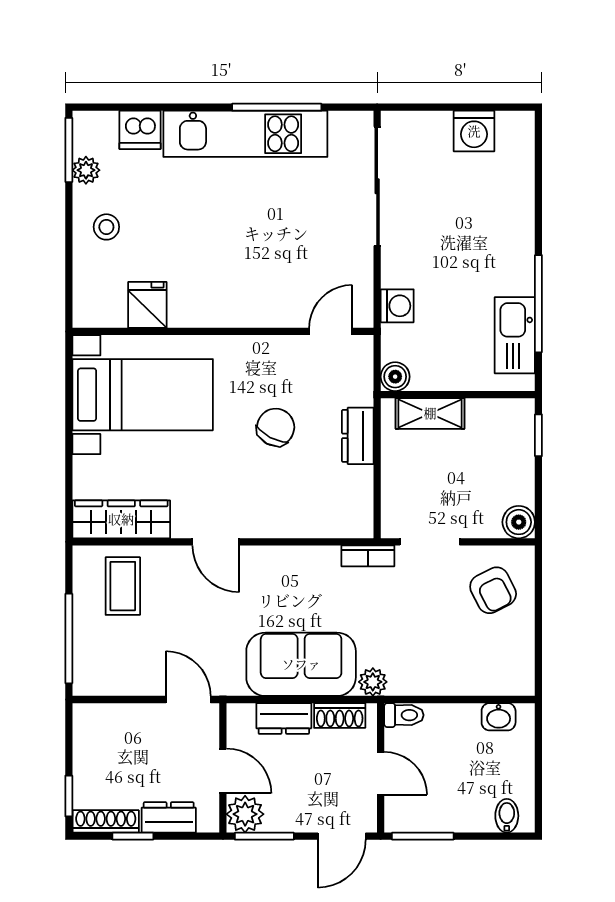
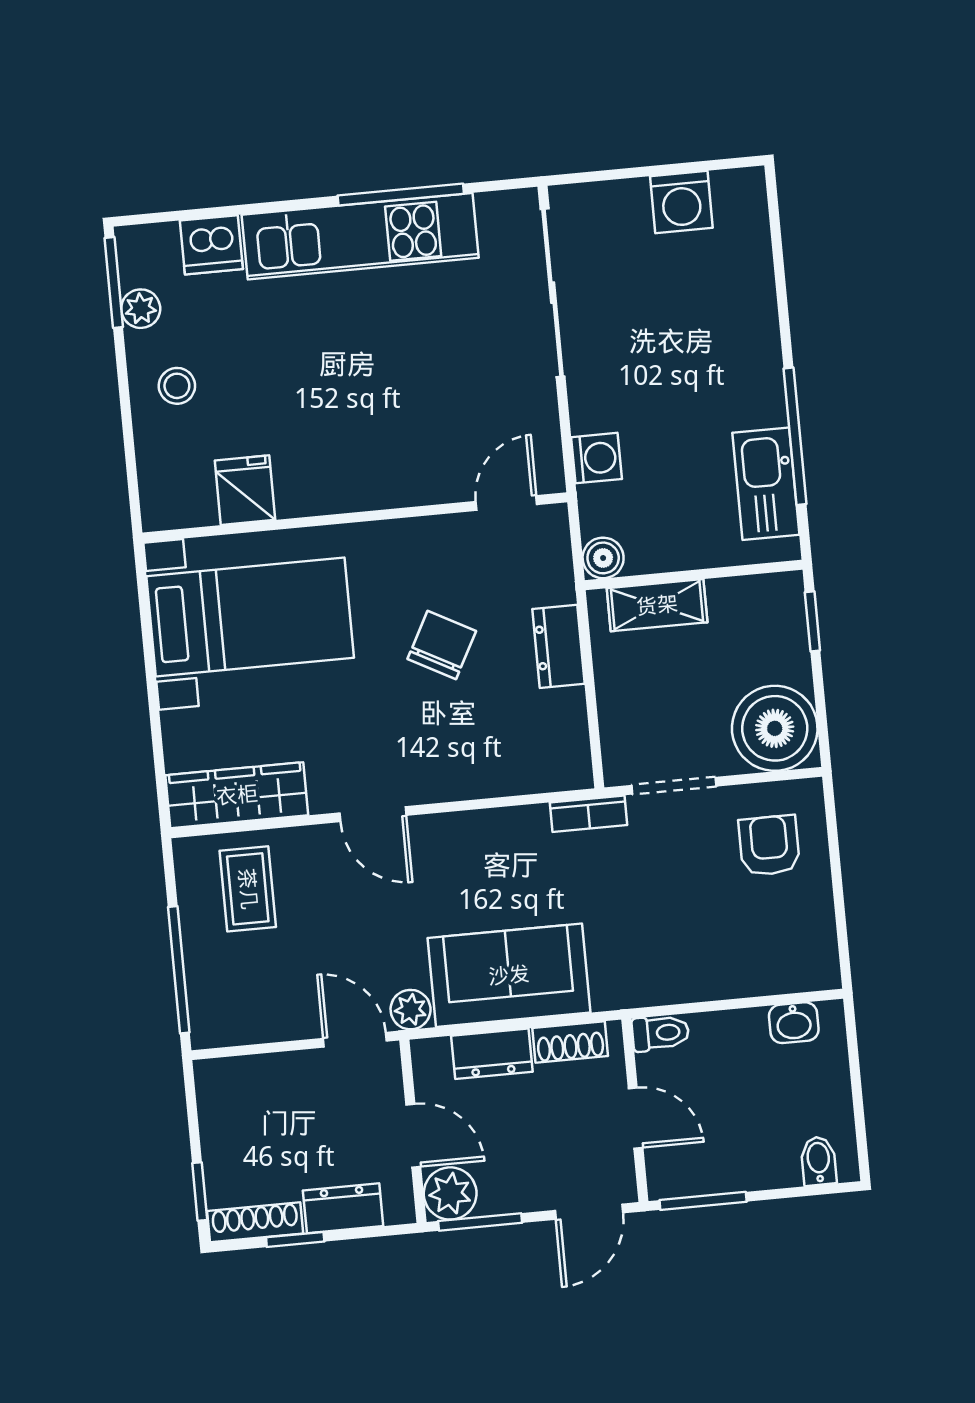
boiler: (519, 522) -> (775, 728), width x1.86, depth x1.86
armchair: (493, 590) -> (769, 845), turned -153
plant: (373, 682) -> (411, 1010), moved

